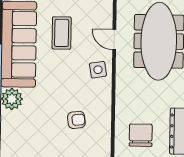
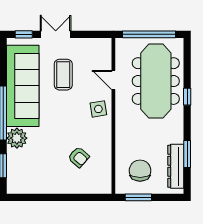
armchair: (76, 120) -> (79, 157), turned 48

